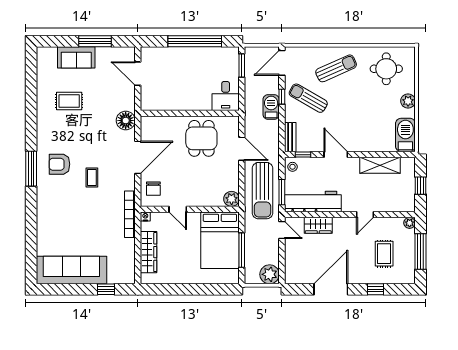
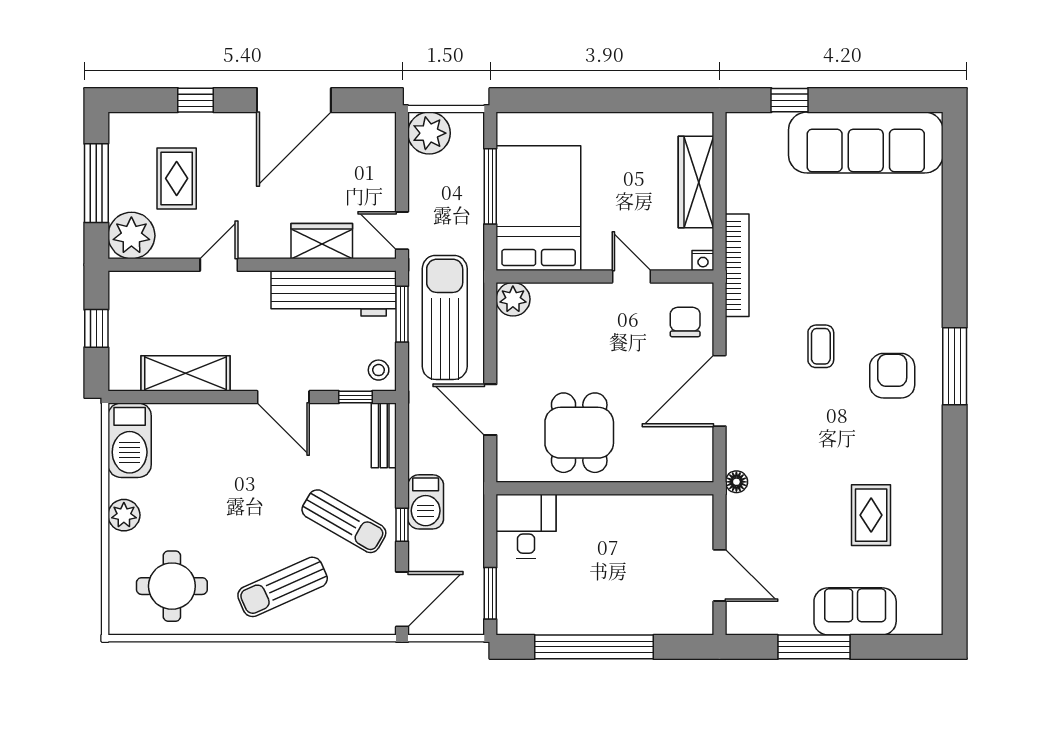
rug: (69, 101) -> (871, 515), turned 90
floor lamp: (126, 121) -> (736, 482), width x0.53, depth x0.53
armchair: (59, 164) -> (892, 376), turned -90
plant: (410, 223) -> (131, 236), width x1.88, depth x1.88

